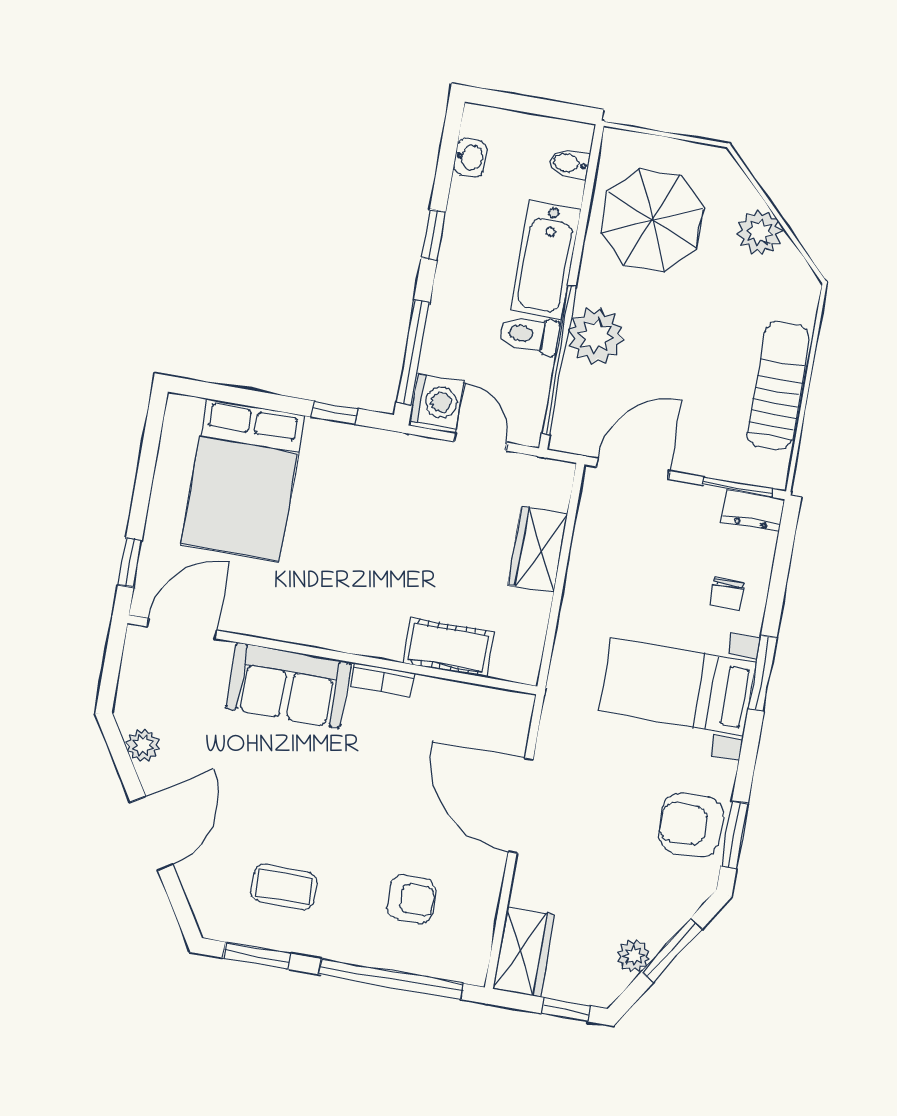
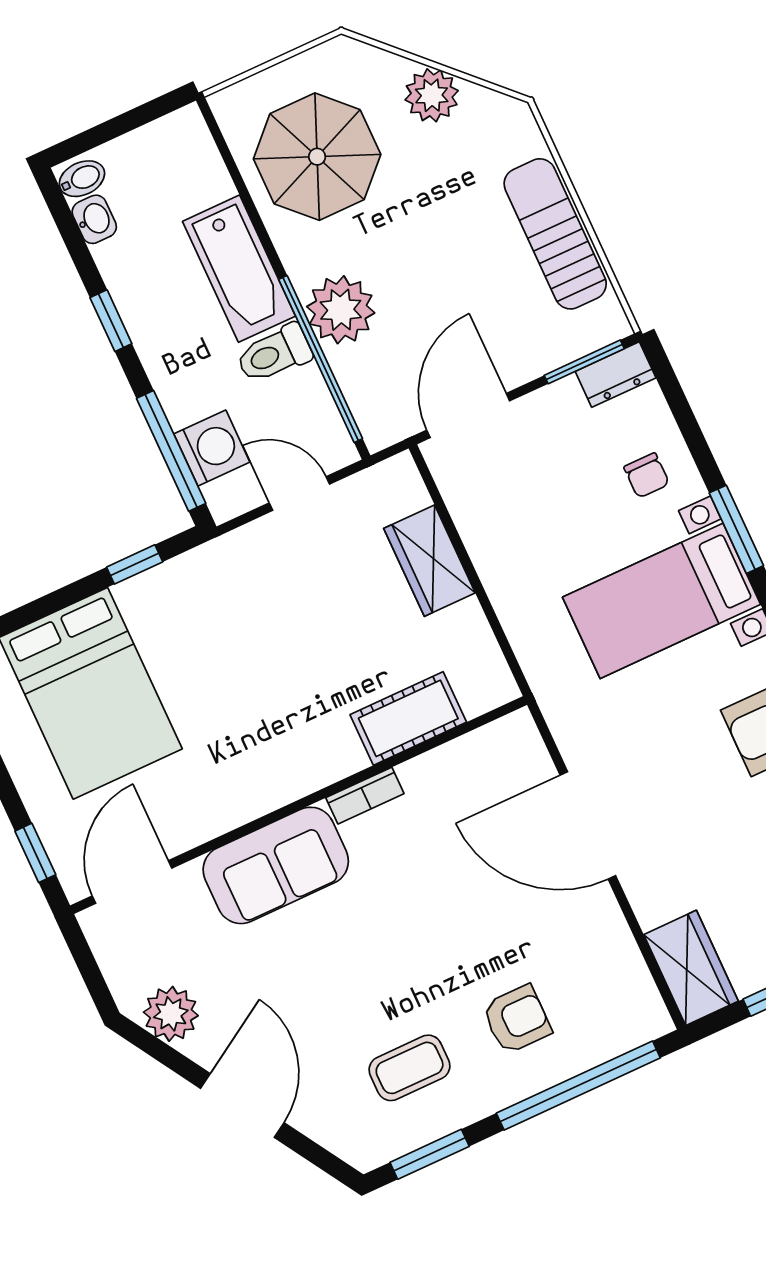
bidet: (569, 163) -> (82, 179), moved, turned 180
washing machine: (437, 402) -> (212, 448), moved
plant: (143, 745) -> (171, 1014), width x1.38, depth x1.38
armchair: (412, 899) -> (517, 1019), moved

